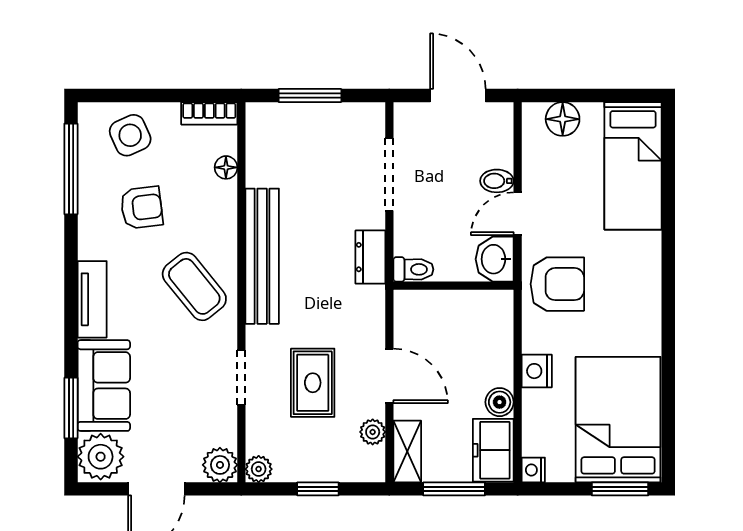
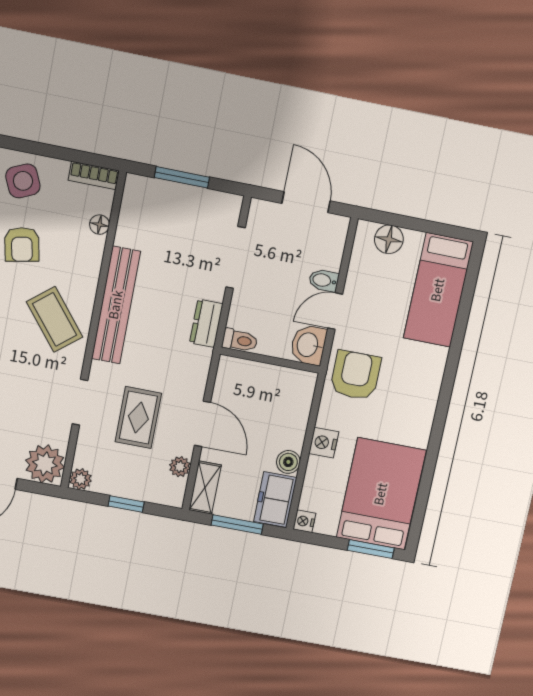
armchair: (142, 208) -> (22, 245), turned 86
armchair: (557, 284) -> (355, 375), turned -90
plant: (220, 465) -> (45, 464), width x1.36, depth x1.36

